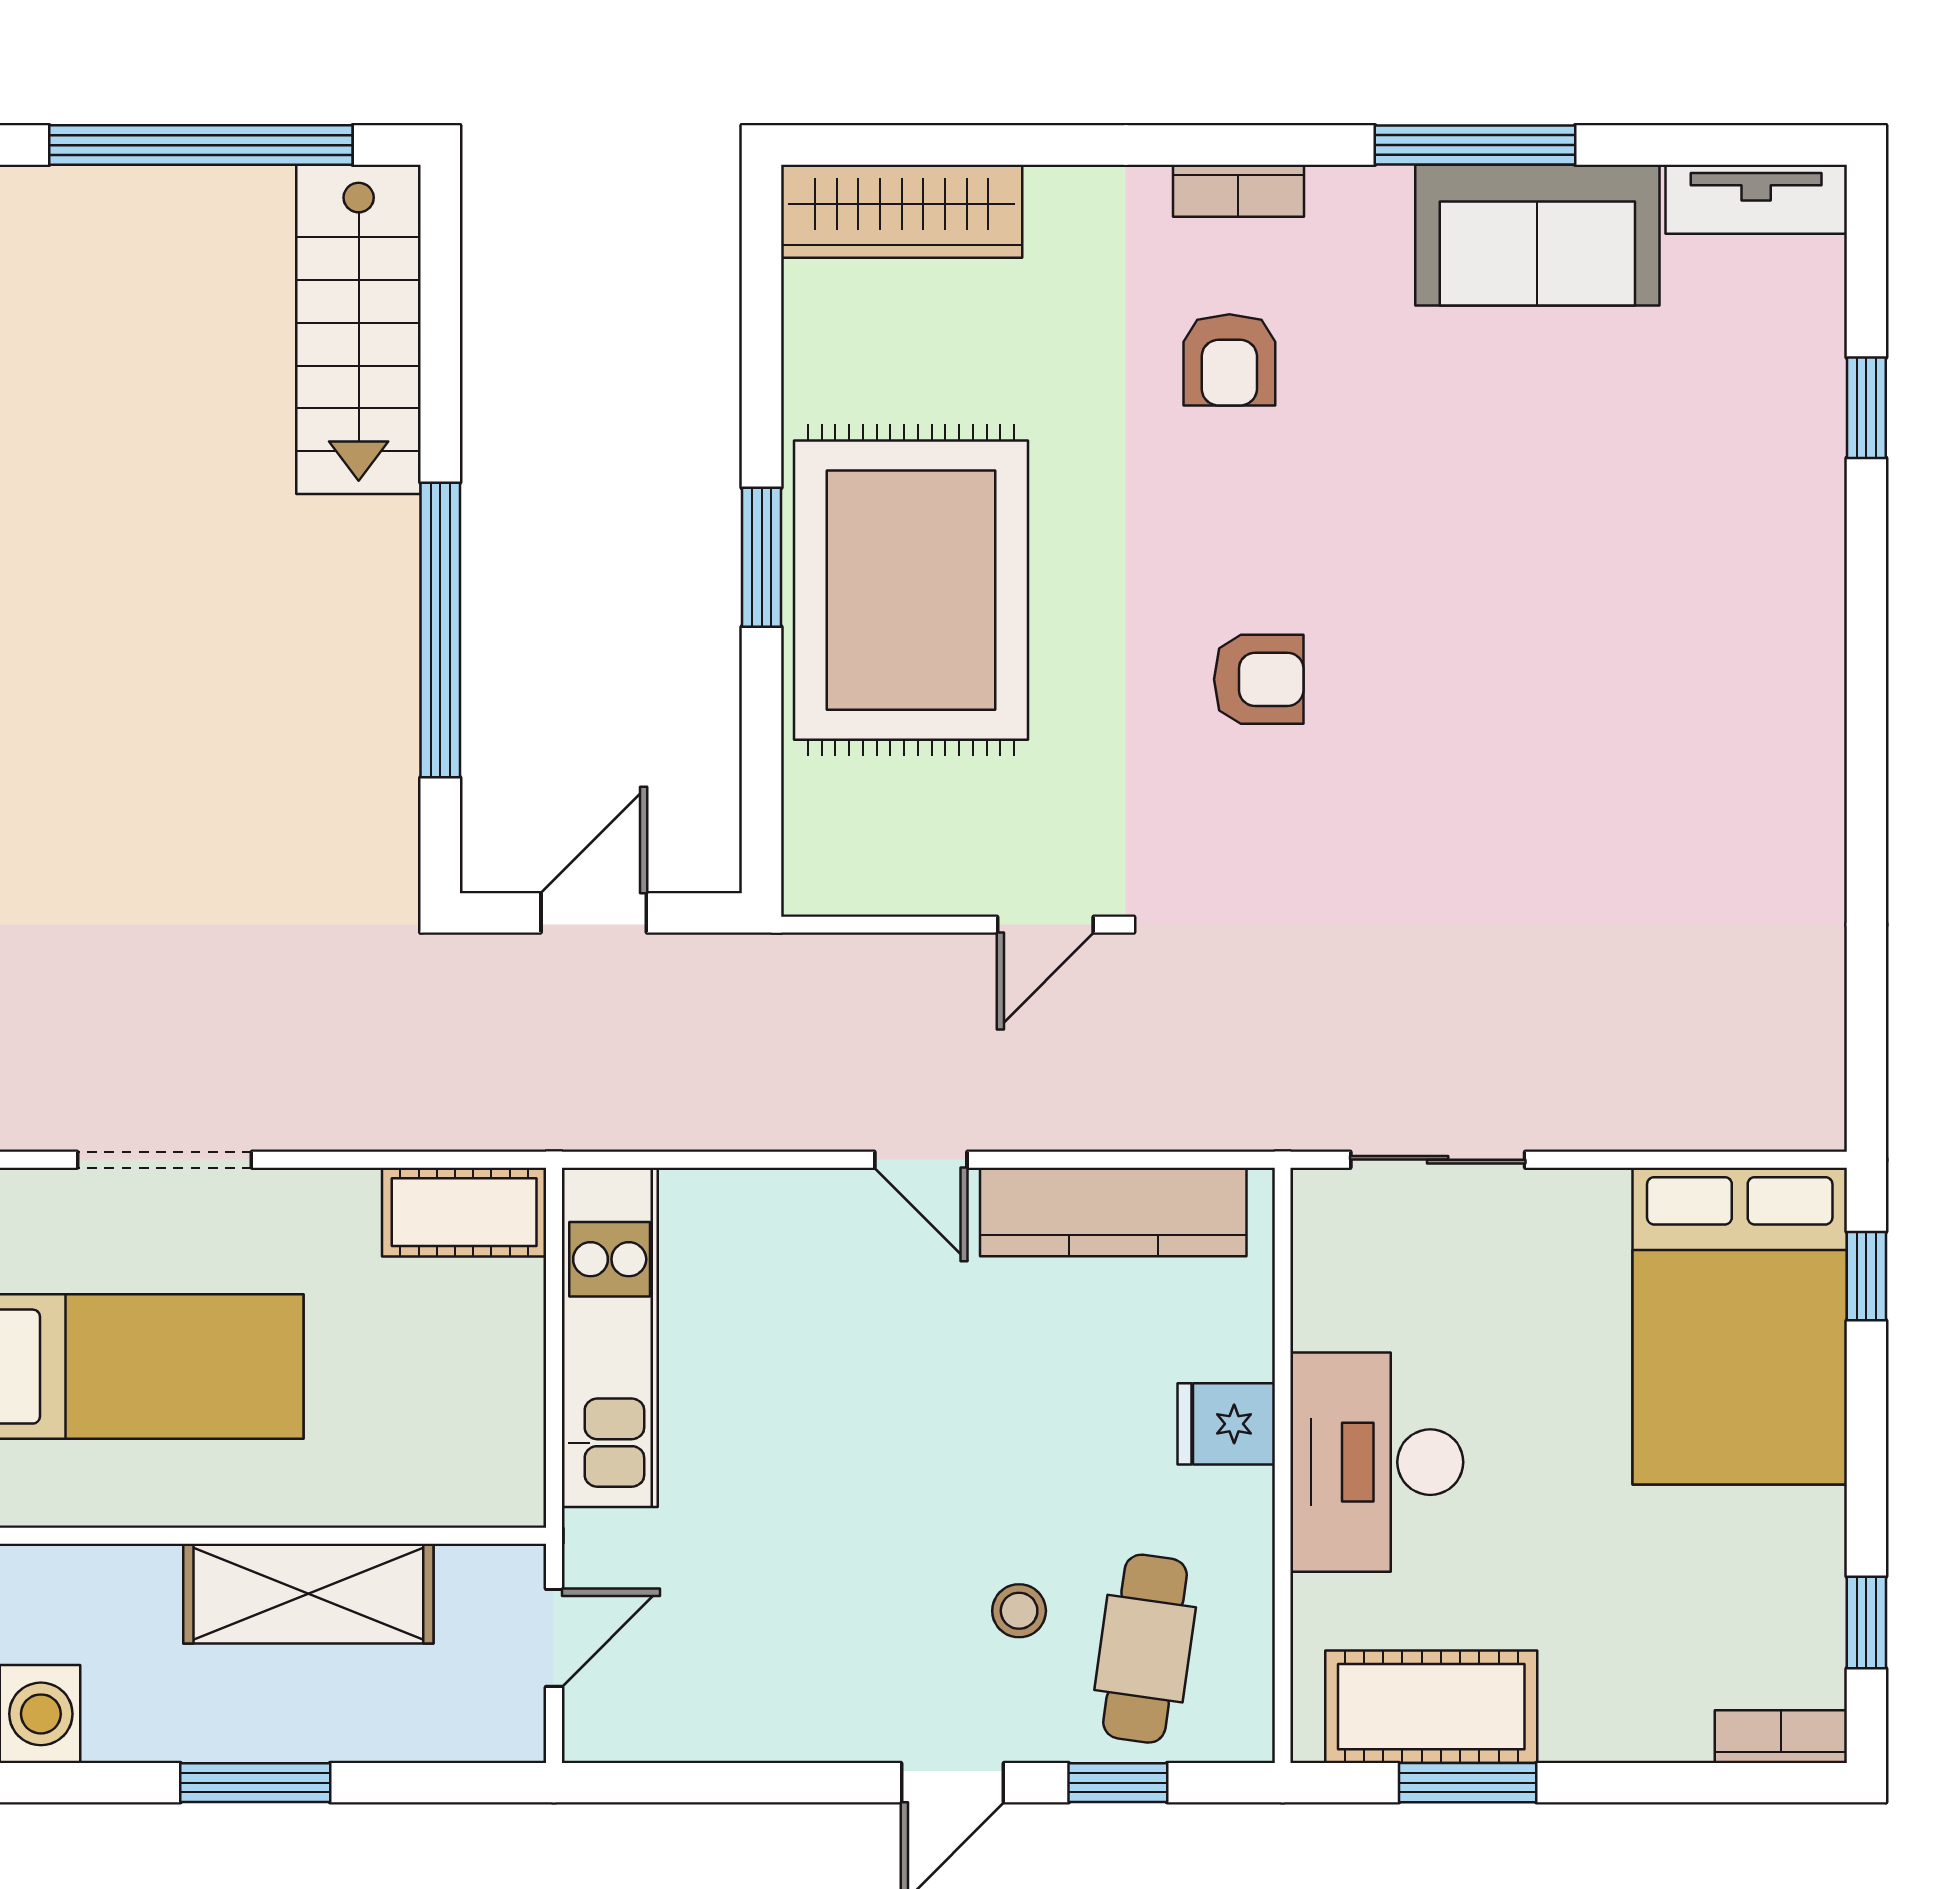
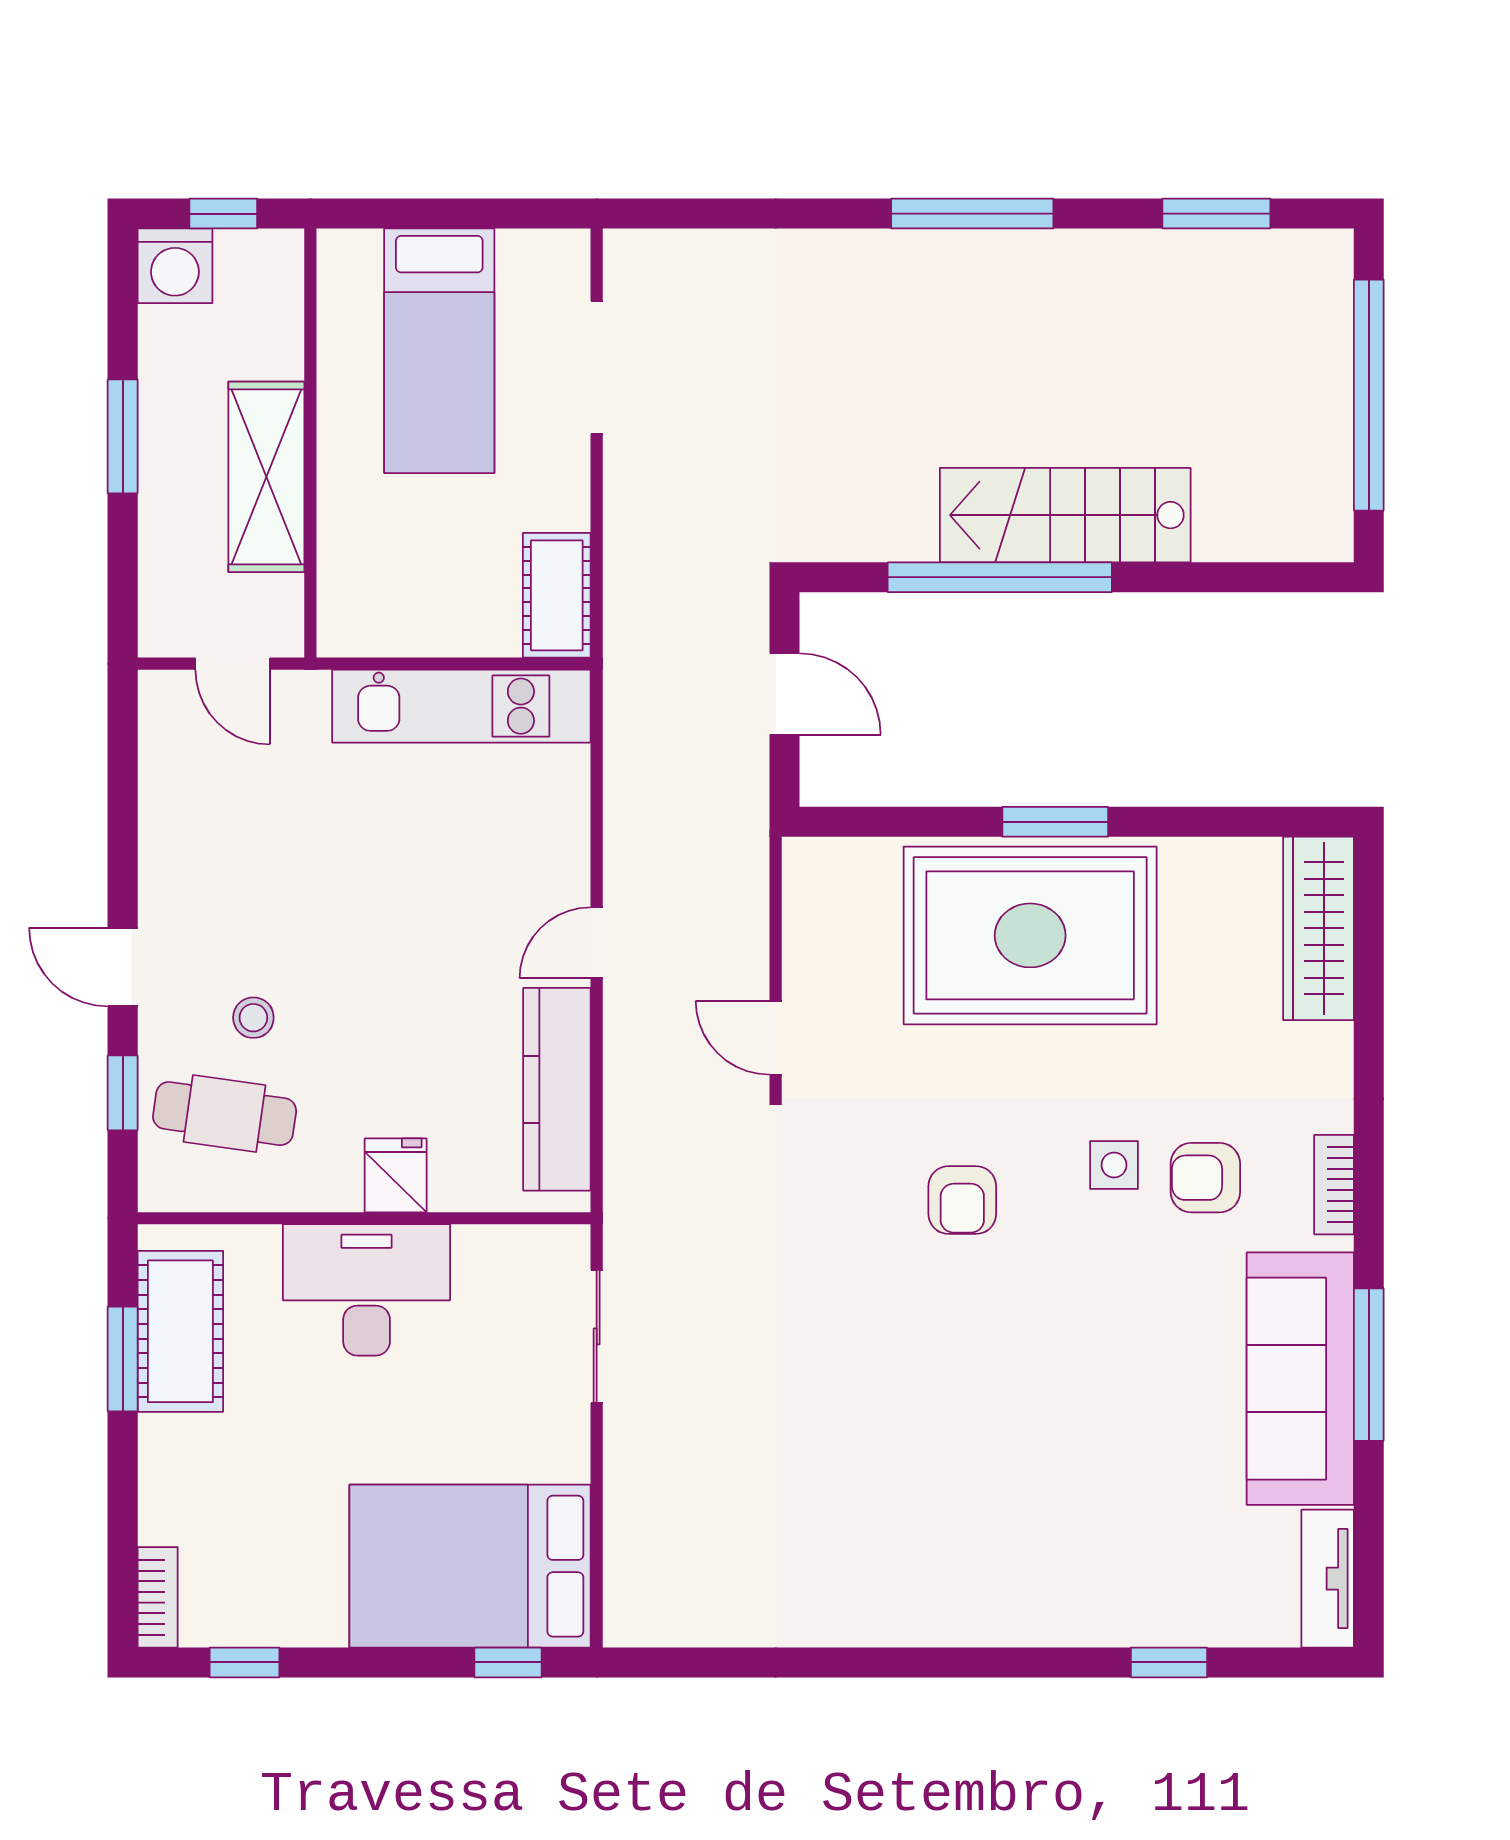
sofa: (1537, 235) -> (1300, 1379), width x1.36
stairs: (359, 329) -> (1065, 515), moved
side table: (1213, 480) -> (1114, 1165), added

